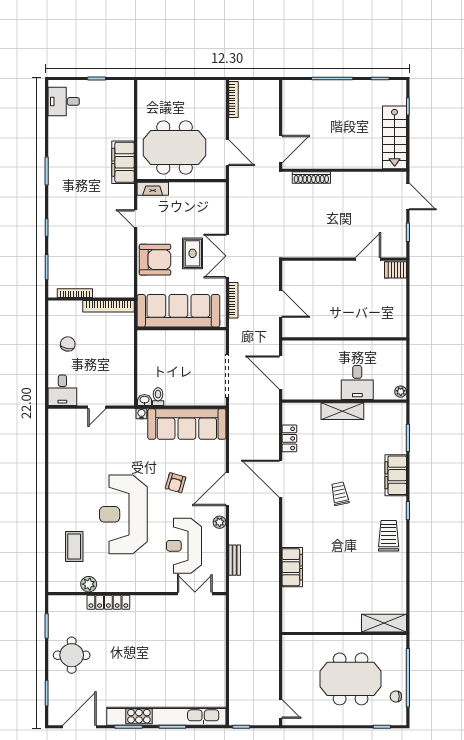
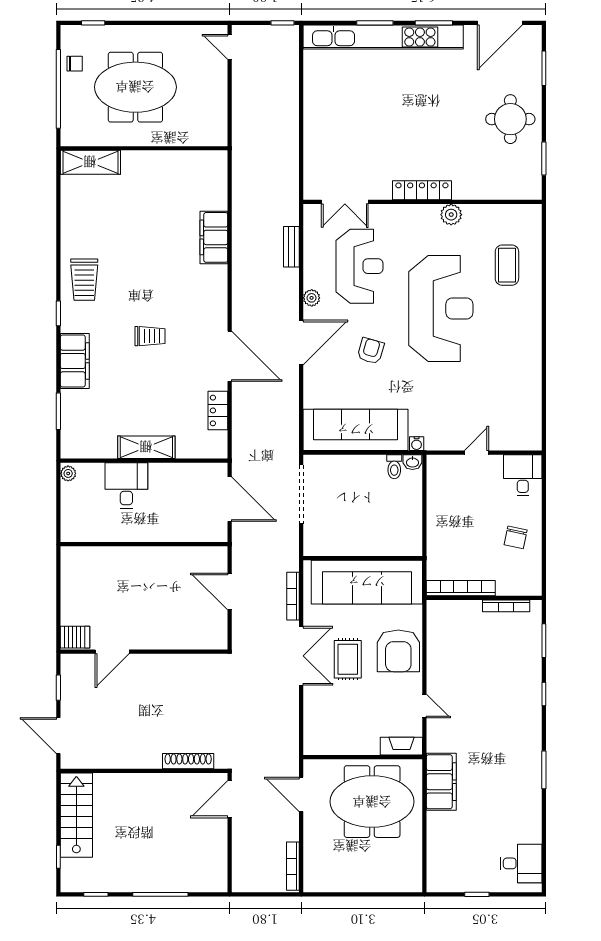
armchair: (155, 260) -> (398, 651), turned -90
trolley: (340, 494) -> (150, 336), turned -78
plant: (89, 584) -> (451, 215), moved
locker: (108, 602) -> (422, 190), moved

